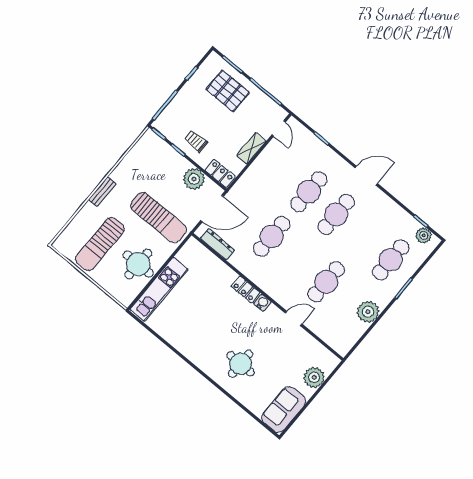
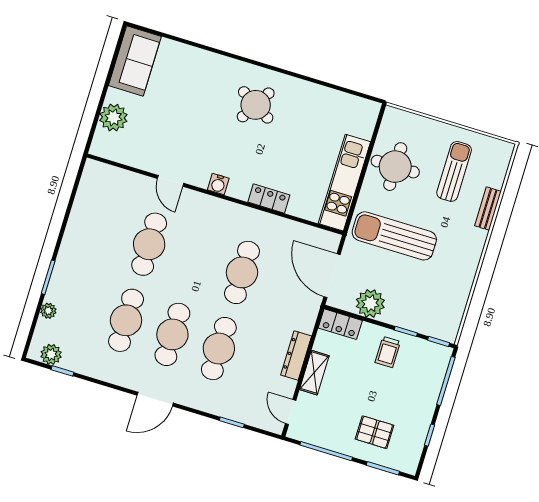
pallet: (228, 91) -> (375, 432), width x0.67, depth x0.71
trolley: (196, 141) -> (388, 352), turned 90
bench: (102, 192) -> (488, 209), moved
door: (212, 209) -> (332, 276), hinge flipped
sun lounger: (100, 244) -> (454, 171), width x0.73, depth x0.75
dresser: (217, 244) -> (296, 355), moved, turned 90
cafe table: (391, 260) -> (126, 320), moved
kitchen unit: (159, 289) -> (344, 183), moved
locker: (245, 289) -> (269, 198), moved
plant: (368, 312) -> (48, 311), moved, width x0.53, depth x0.53
door: (294, 318) -> (171, 181), hinge flipped
round table: (241, 364) -> (256, 105), moved, turned 31

